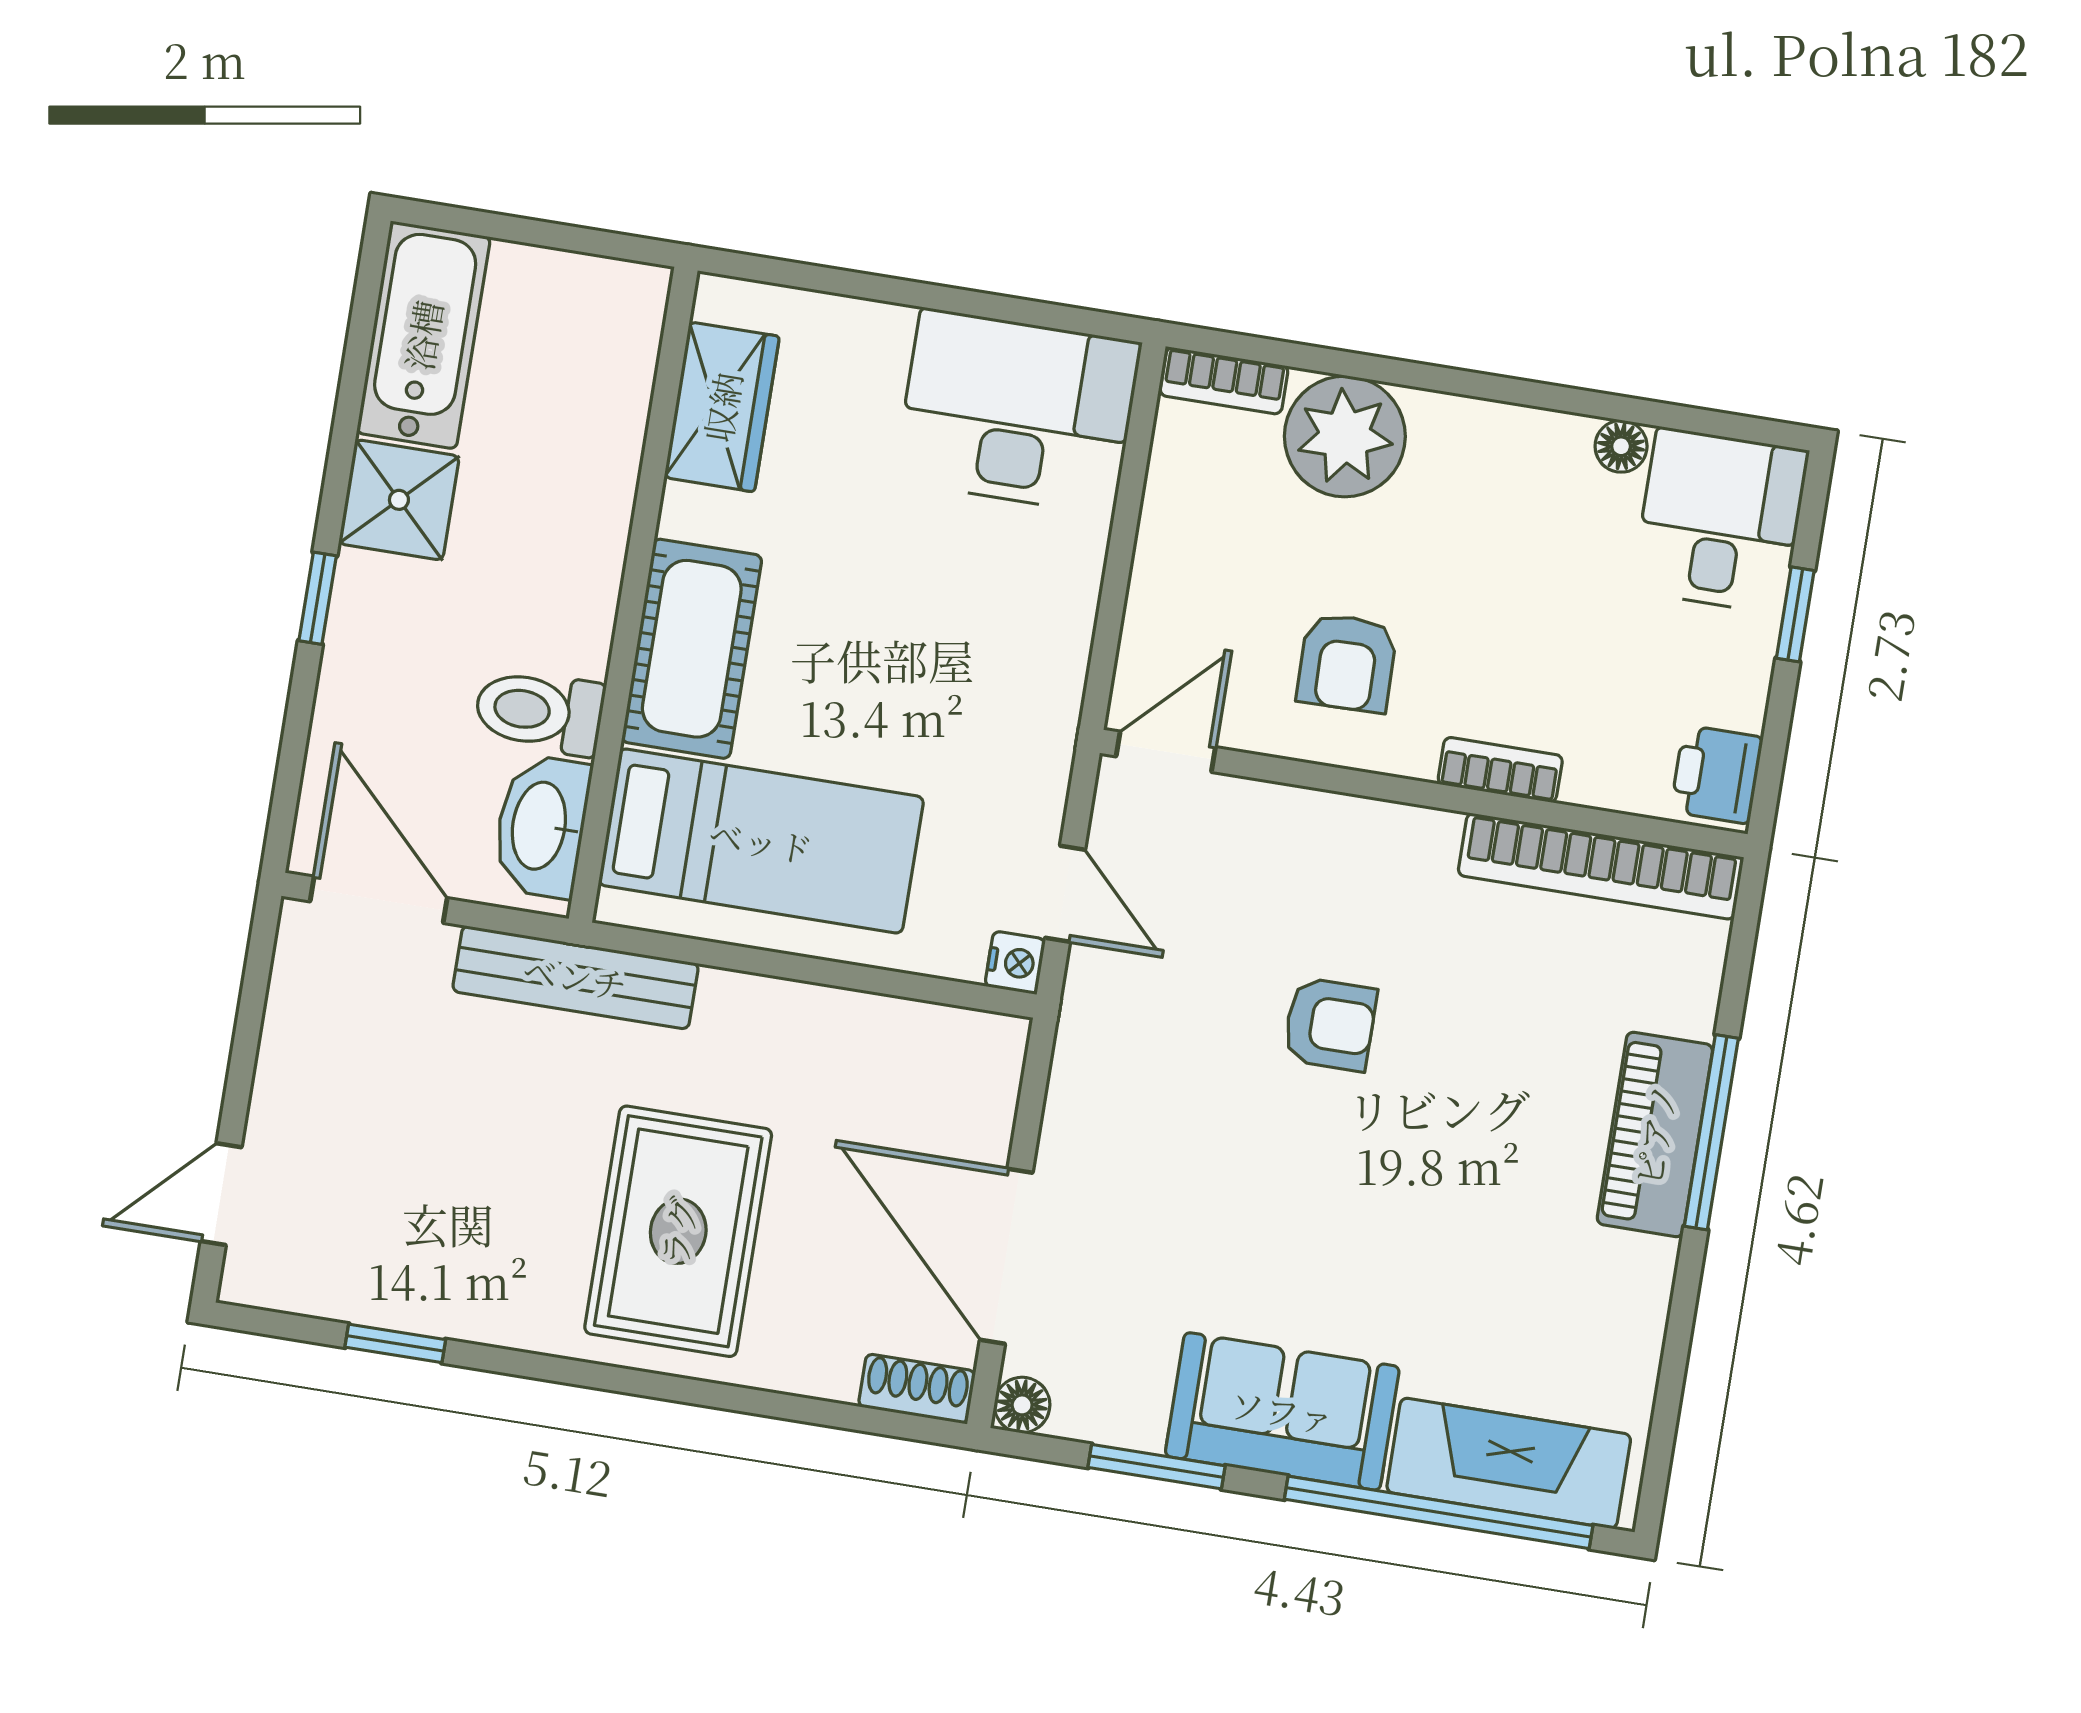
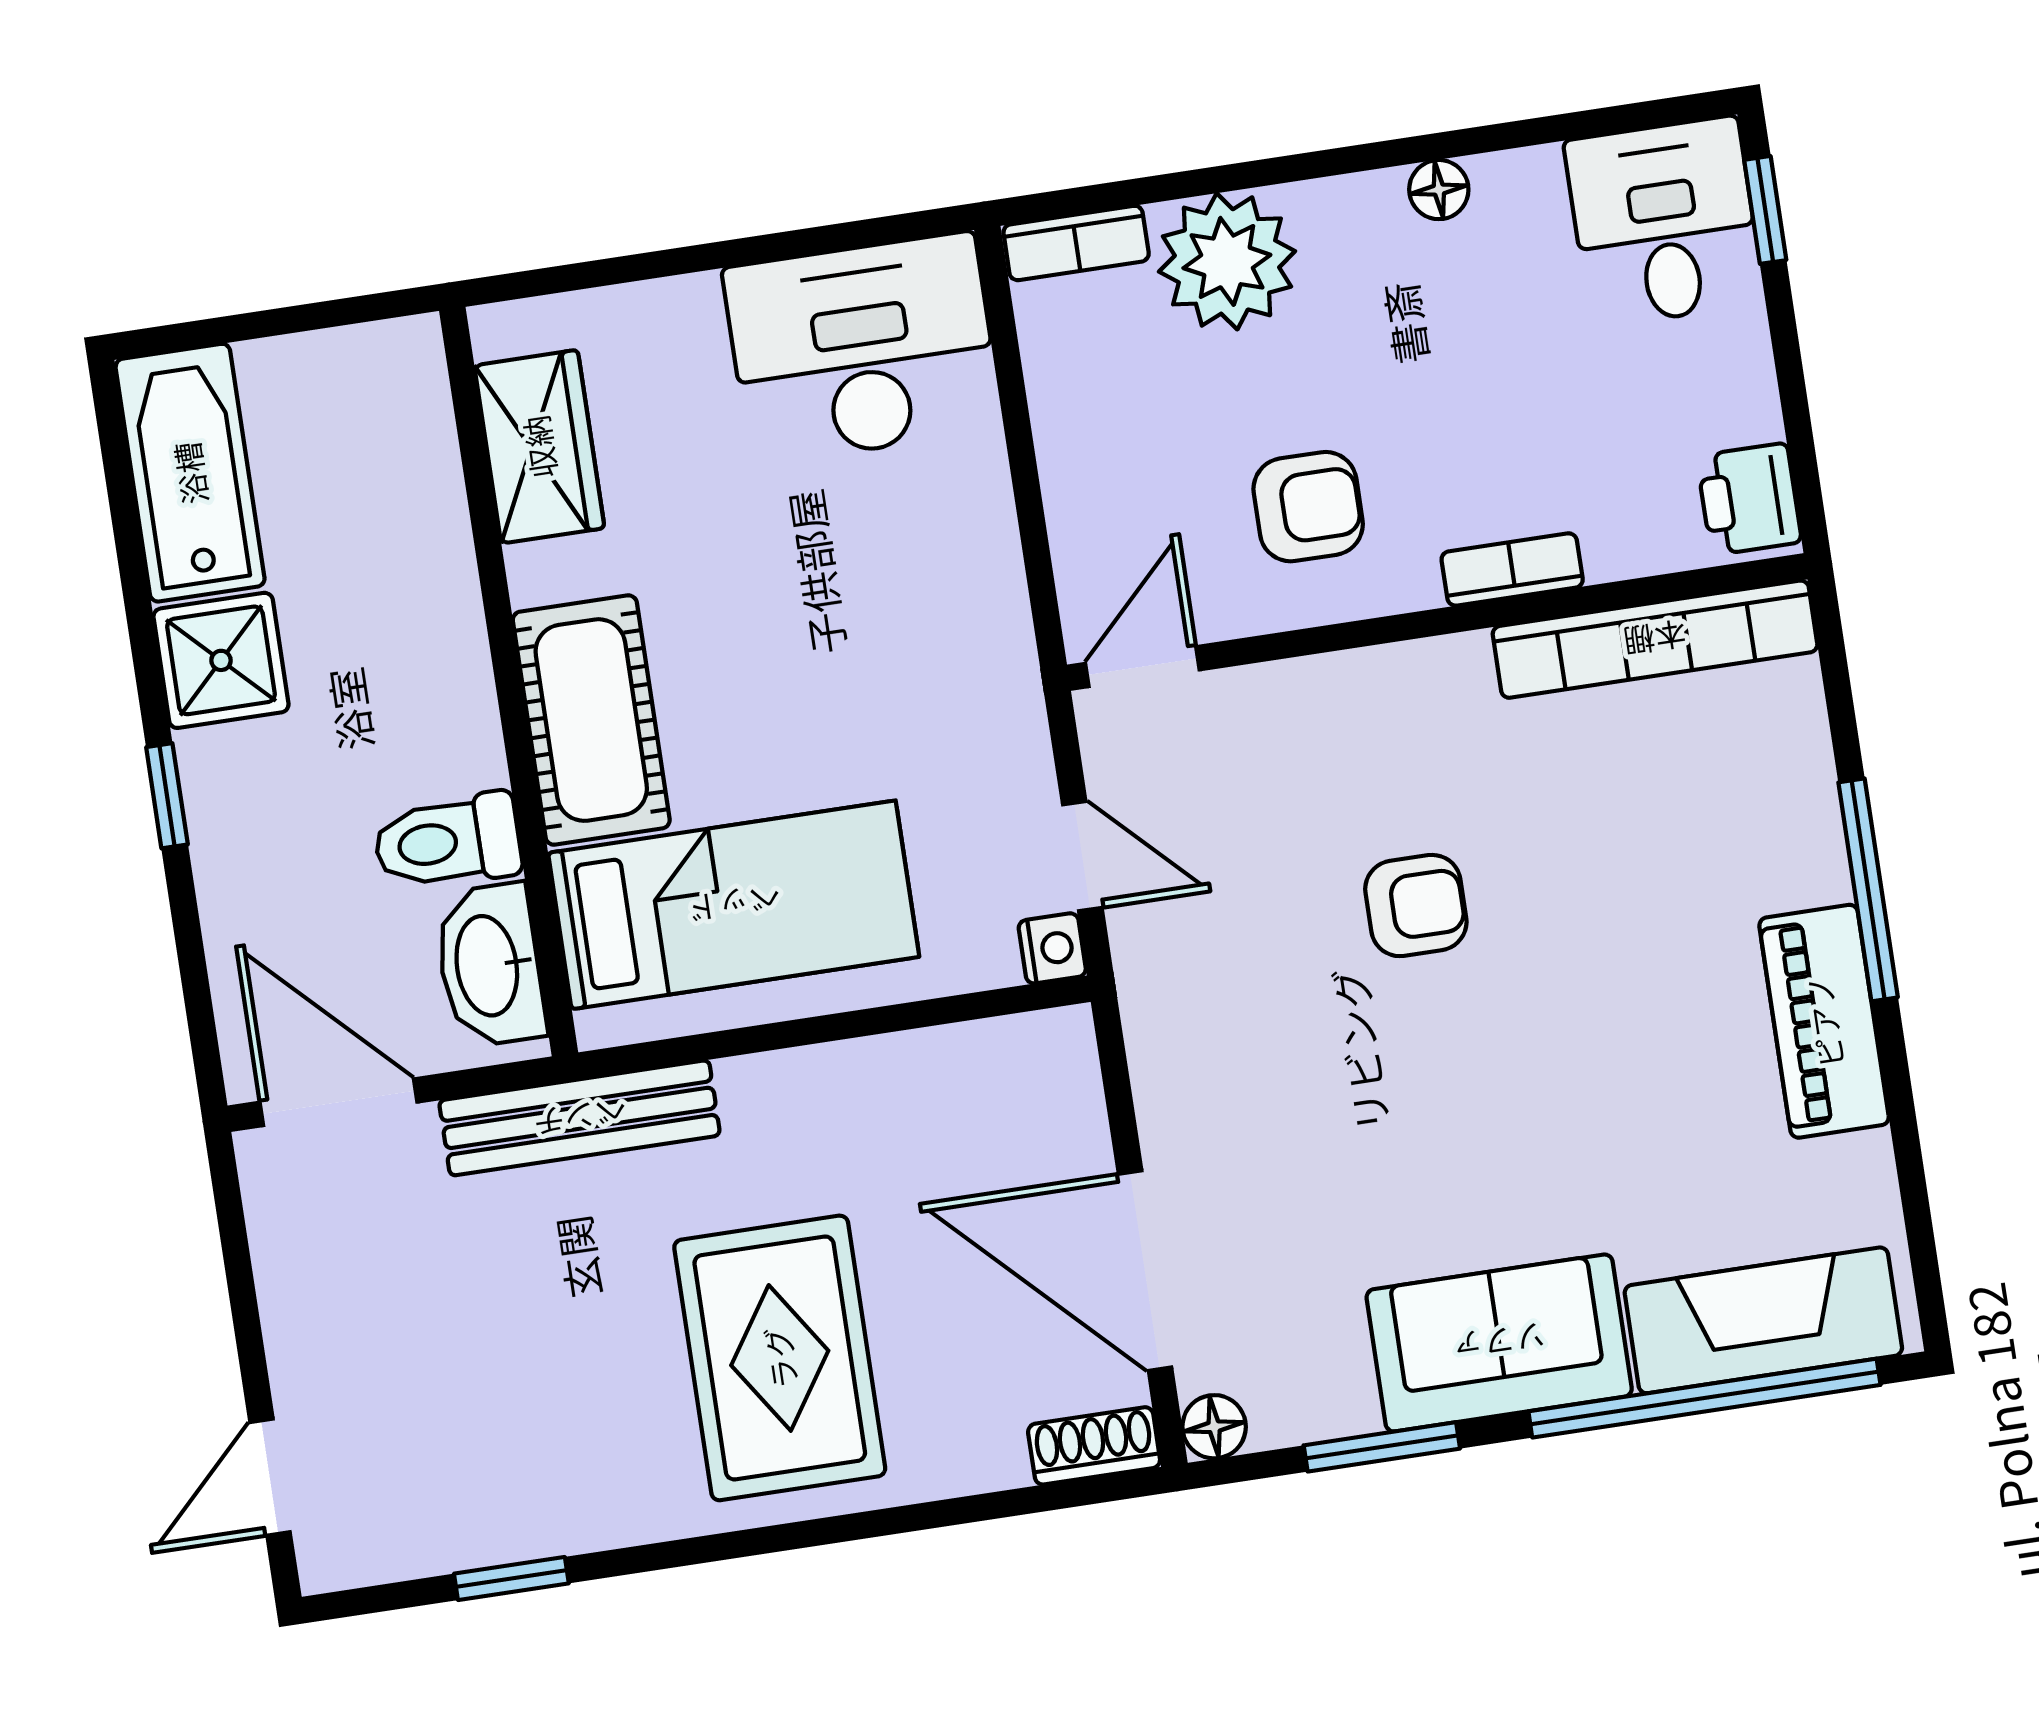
floor lamp: (1621, 446) -> (1439, 190), moved
window: (1795, 614) -> (1765, 210), moved
armchair: (1347, 663) -> (1308, 507), turned -89
piano: (1655, 1134) -> (1824, 1021), moved

